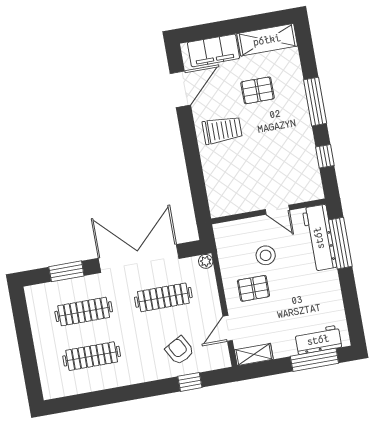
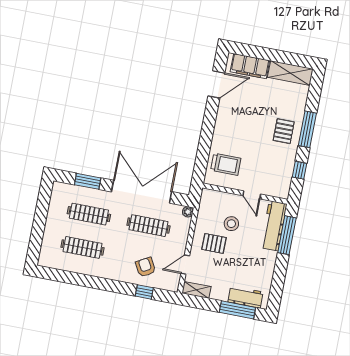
pallet: (258, 90) -> (284, 131), moved, turned 90
trolley: (222, 130) -> (226, 164), moved

